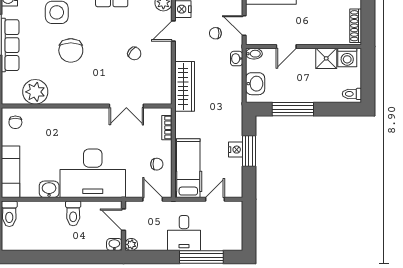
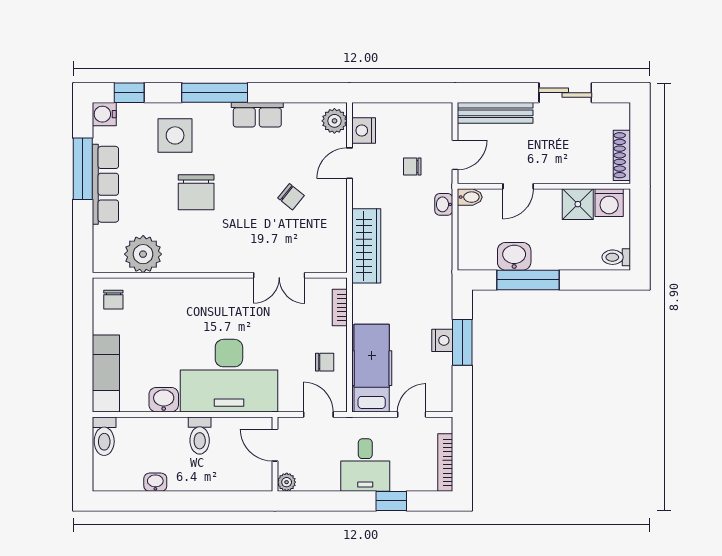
door: (244, 25) -> (455, 155), swing flipped
washbasin: (255, 84) -> (514, 256), moved, turned -90
bookcase: (238, 231) -> (445, 462), added
washbasin: (114, 244) -> (155, 482), moved
window: (201, 257) -> (391, 501), width x0.46

